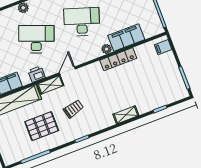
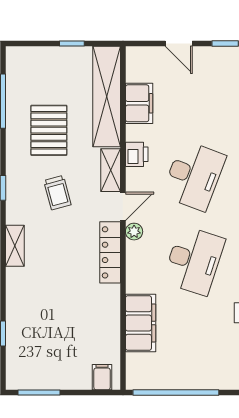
plant: (107, 49) -> (134, 232), moved
locker: (118, 59) -> (110, 252), moved
door: (67, 71) -> (123, 206), hinge flipped
shelving: (126, 115) -> (15, 246), moved

